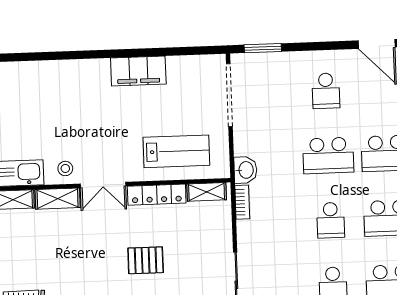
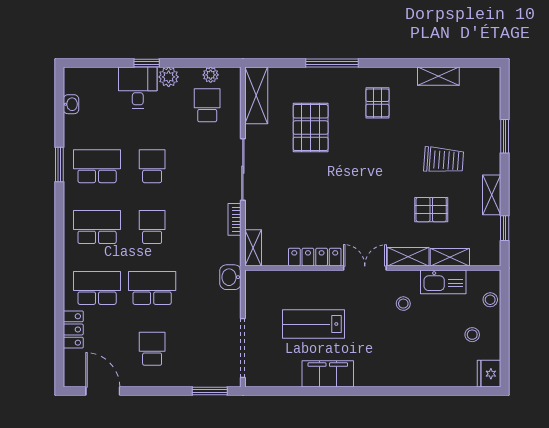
lab bench: (176, 151) -> (313, 324), moved
stool: (65, 168) -> (403, 304), moved
shelving: (207, 192) -> (253, 248), moved, turned 90
bookcase: (242, 202) -> (235, 219), moved
pallet: (146, 260) -> (431, 210), moved

